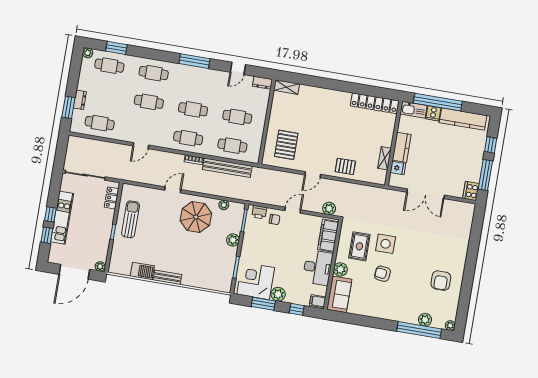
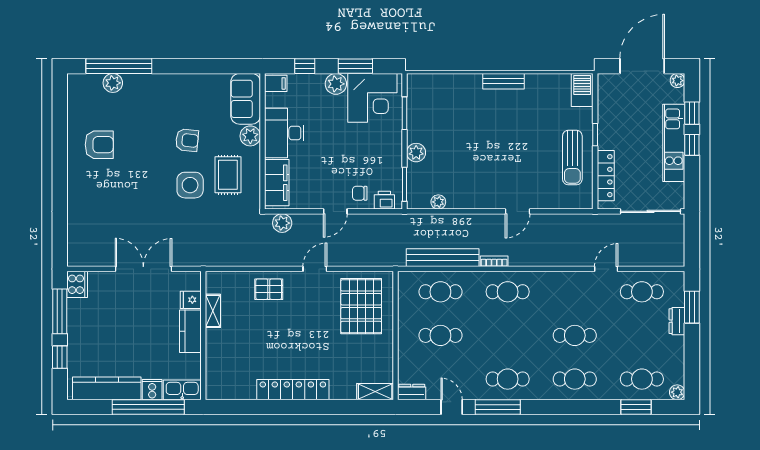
window: (194, 61) -> (498, 407), moved
door: (238, 68) -> (452, 407), hinge flipped
locker: (374, 103) -> (293, 390), moved
cafe table: (193, 109) -> (508, 379), moved
pallet: (286, 145) -> (361, 306), width x1.37, depth x1.41
door: (141, 146) -> (606, 269), moved
locker: (112, 198) -> (606, 176), width x1.53
parasol: (196, 217) -> (477, 177), removed
plant: (100, 266) -> (677, 81), moved
barbecue: (142, 271) -> (582, 90), moved, turned 90
armchair: (441, 281) -> (99, 145), turned 90
plant: (450, 326) -> (74, 81), removed

